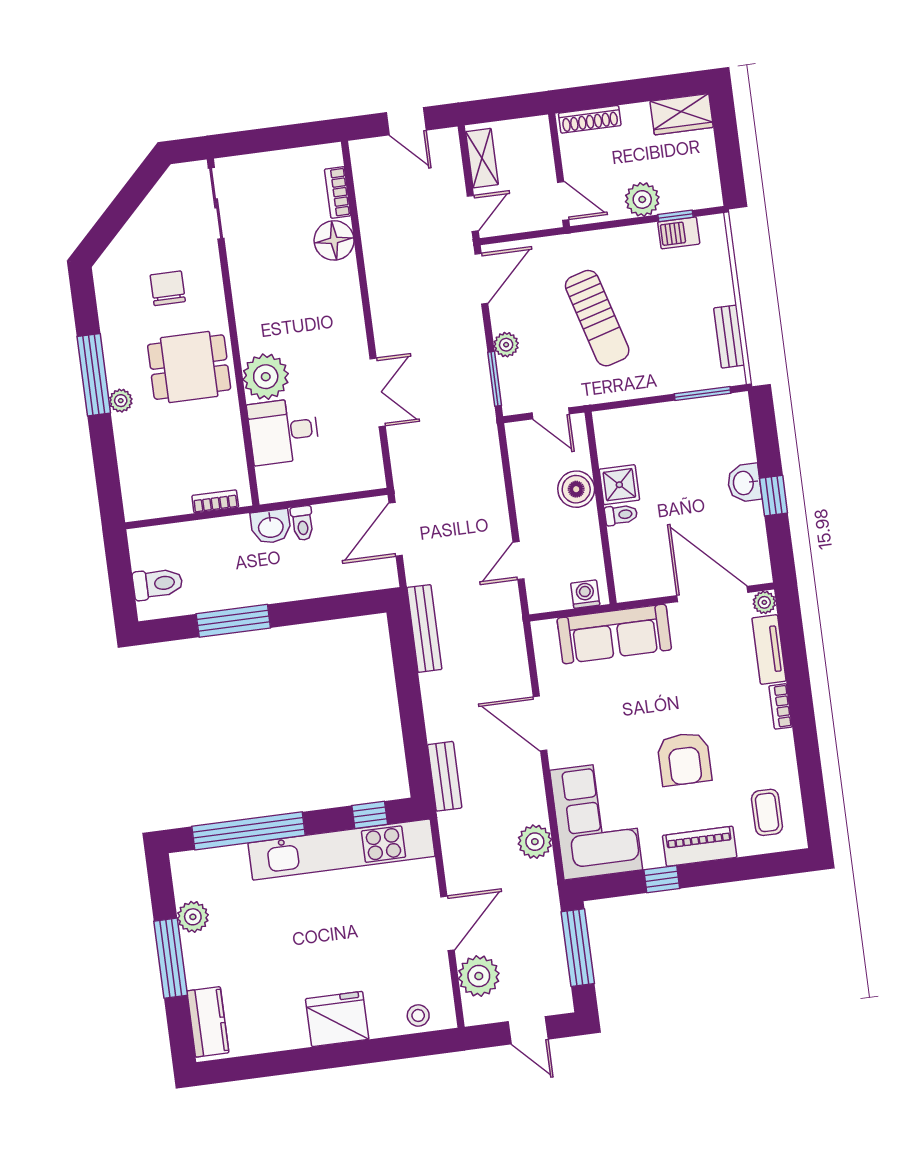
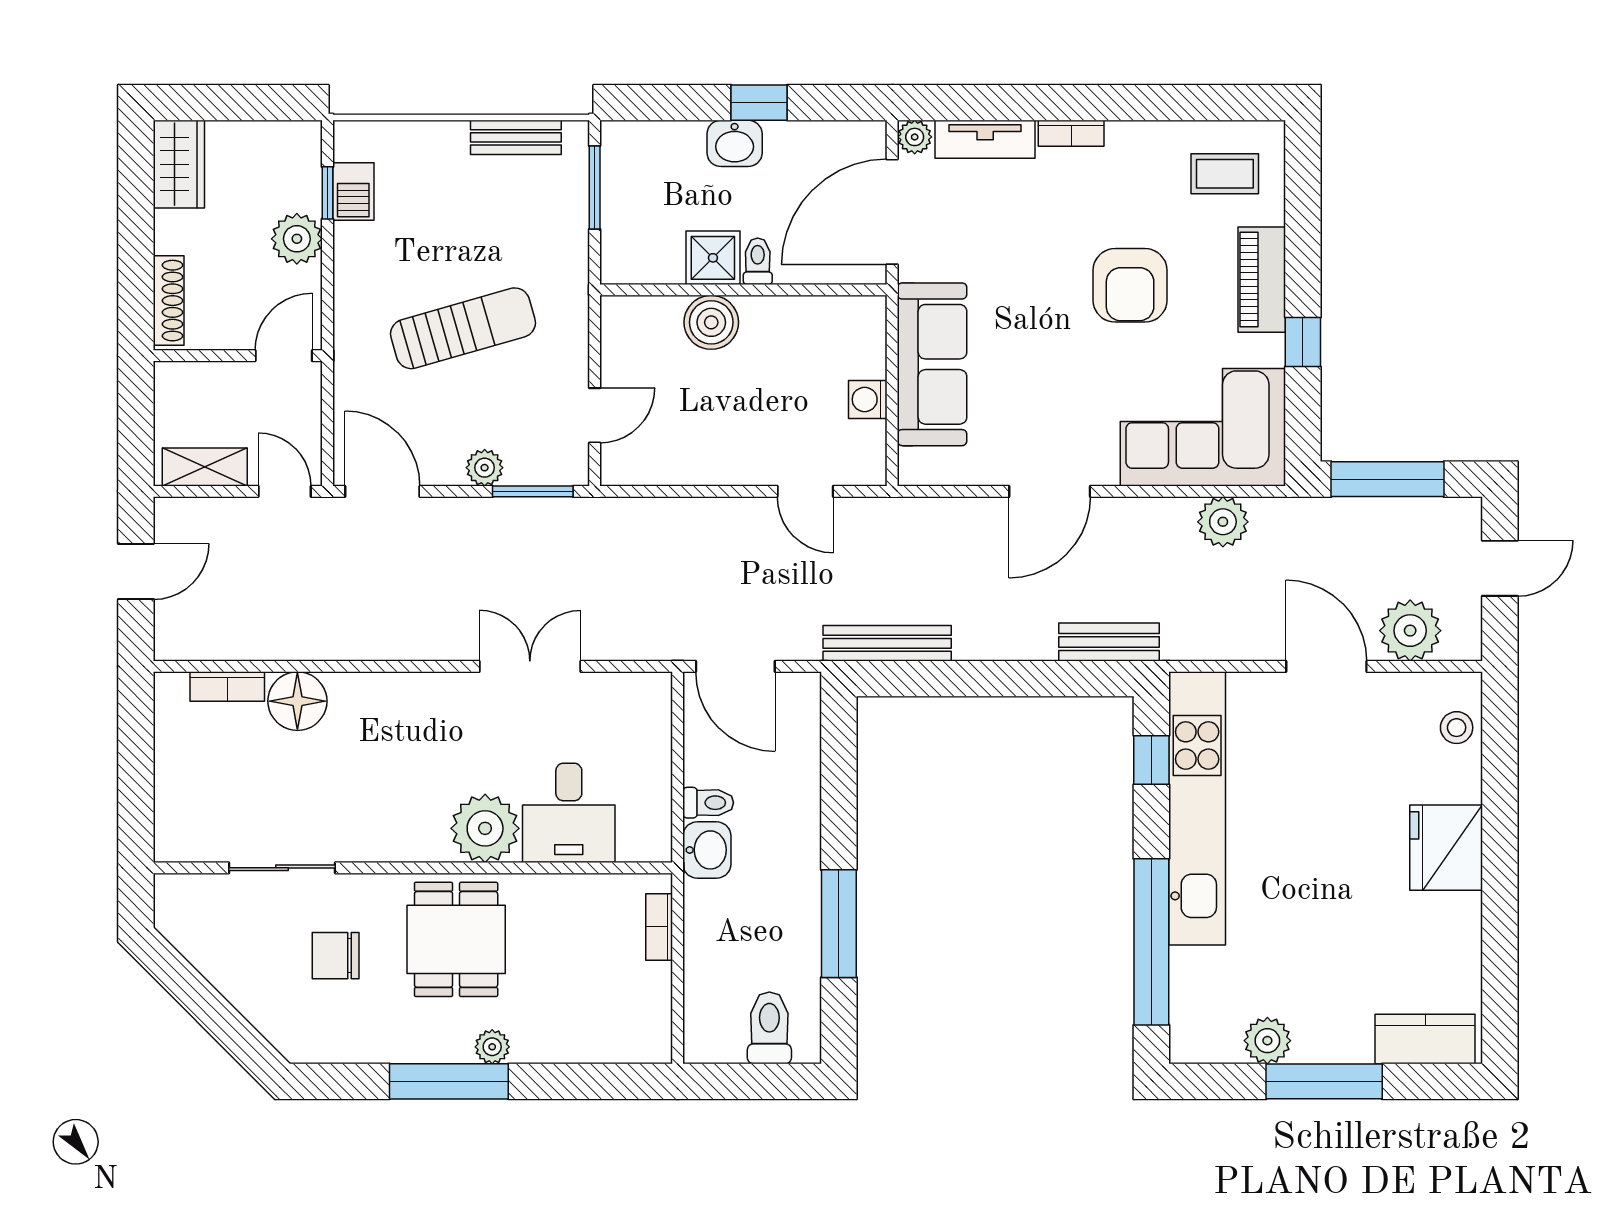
sliding door: (216, 203) -> (282, 868), moved
shower: (619, 485) -> (713, 258), moved
boiler: (576, 489) -> (711, 322), moved
wall: (601, 508) -> (743, 290), moved
toilet: (621, 515) -> (758, 261), moved
armchair: (684, 759) -> (1130, 285), turned 90

